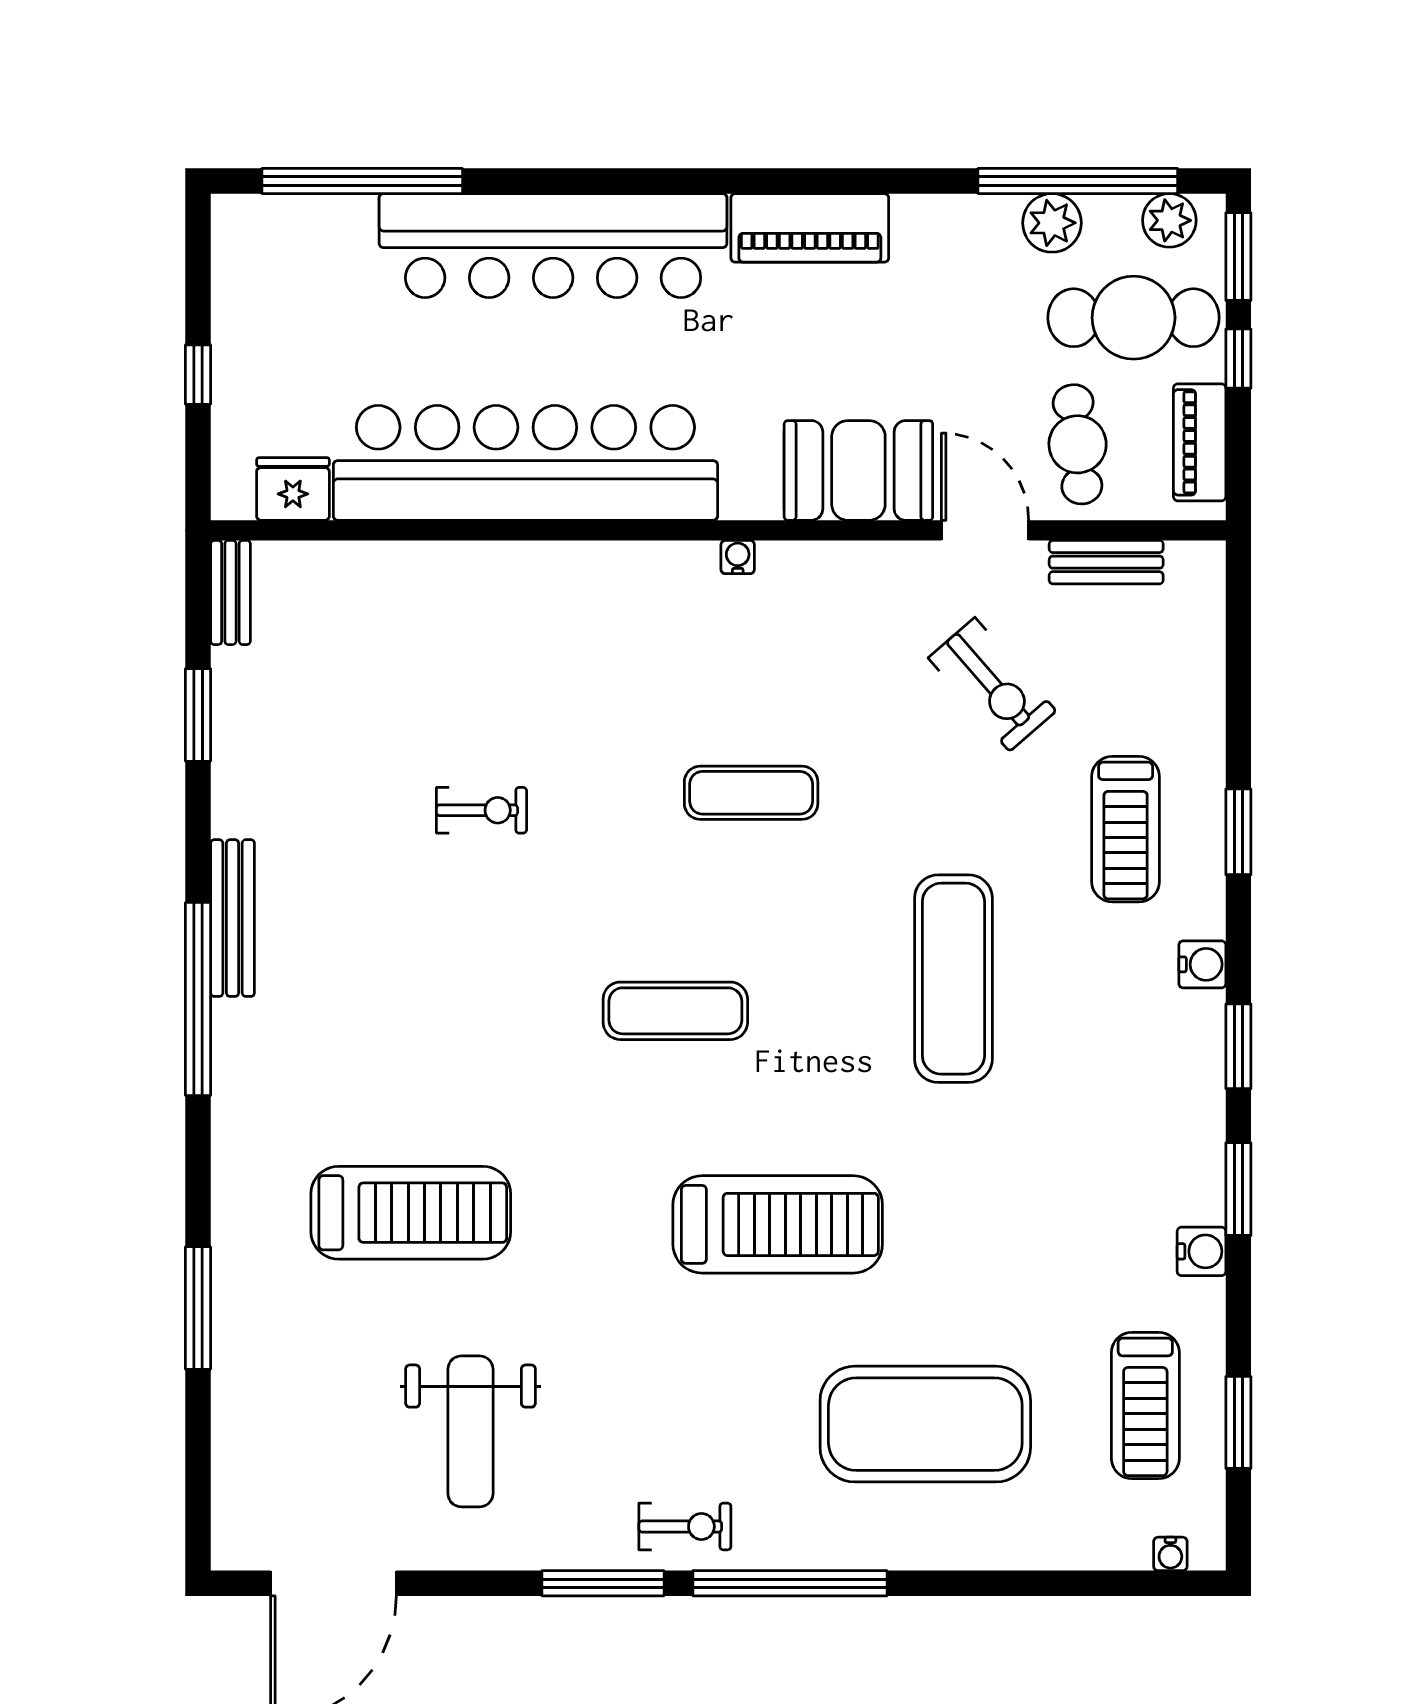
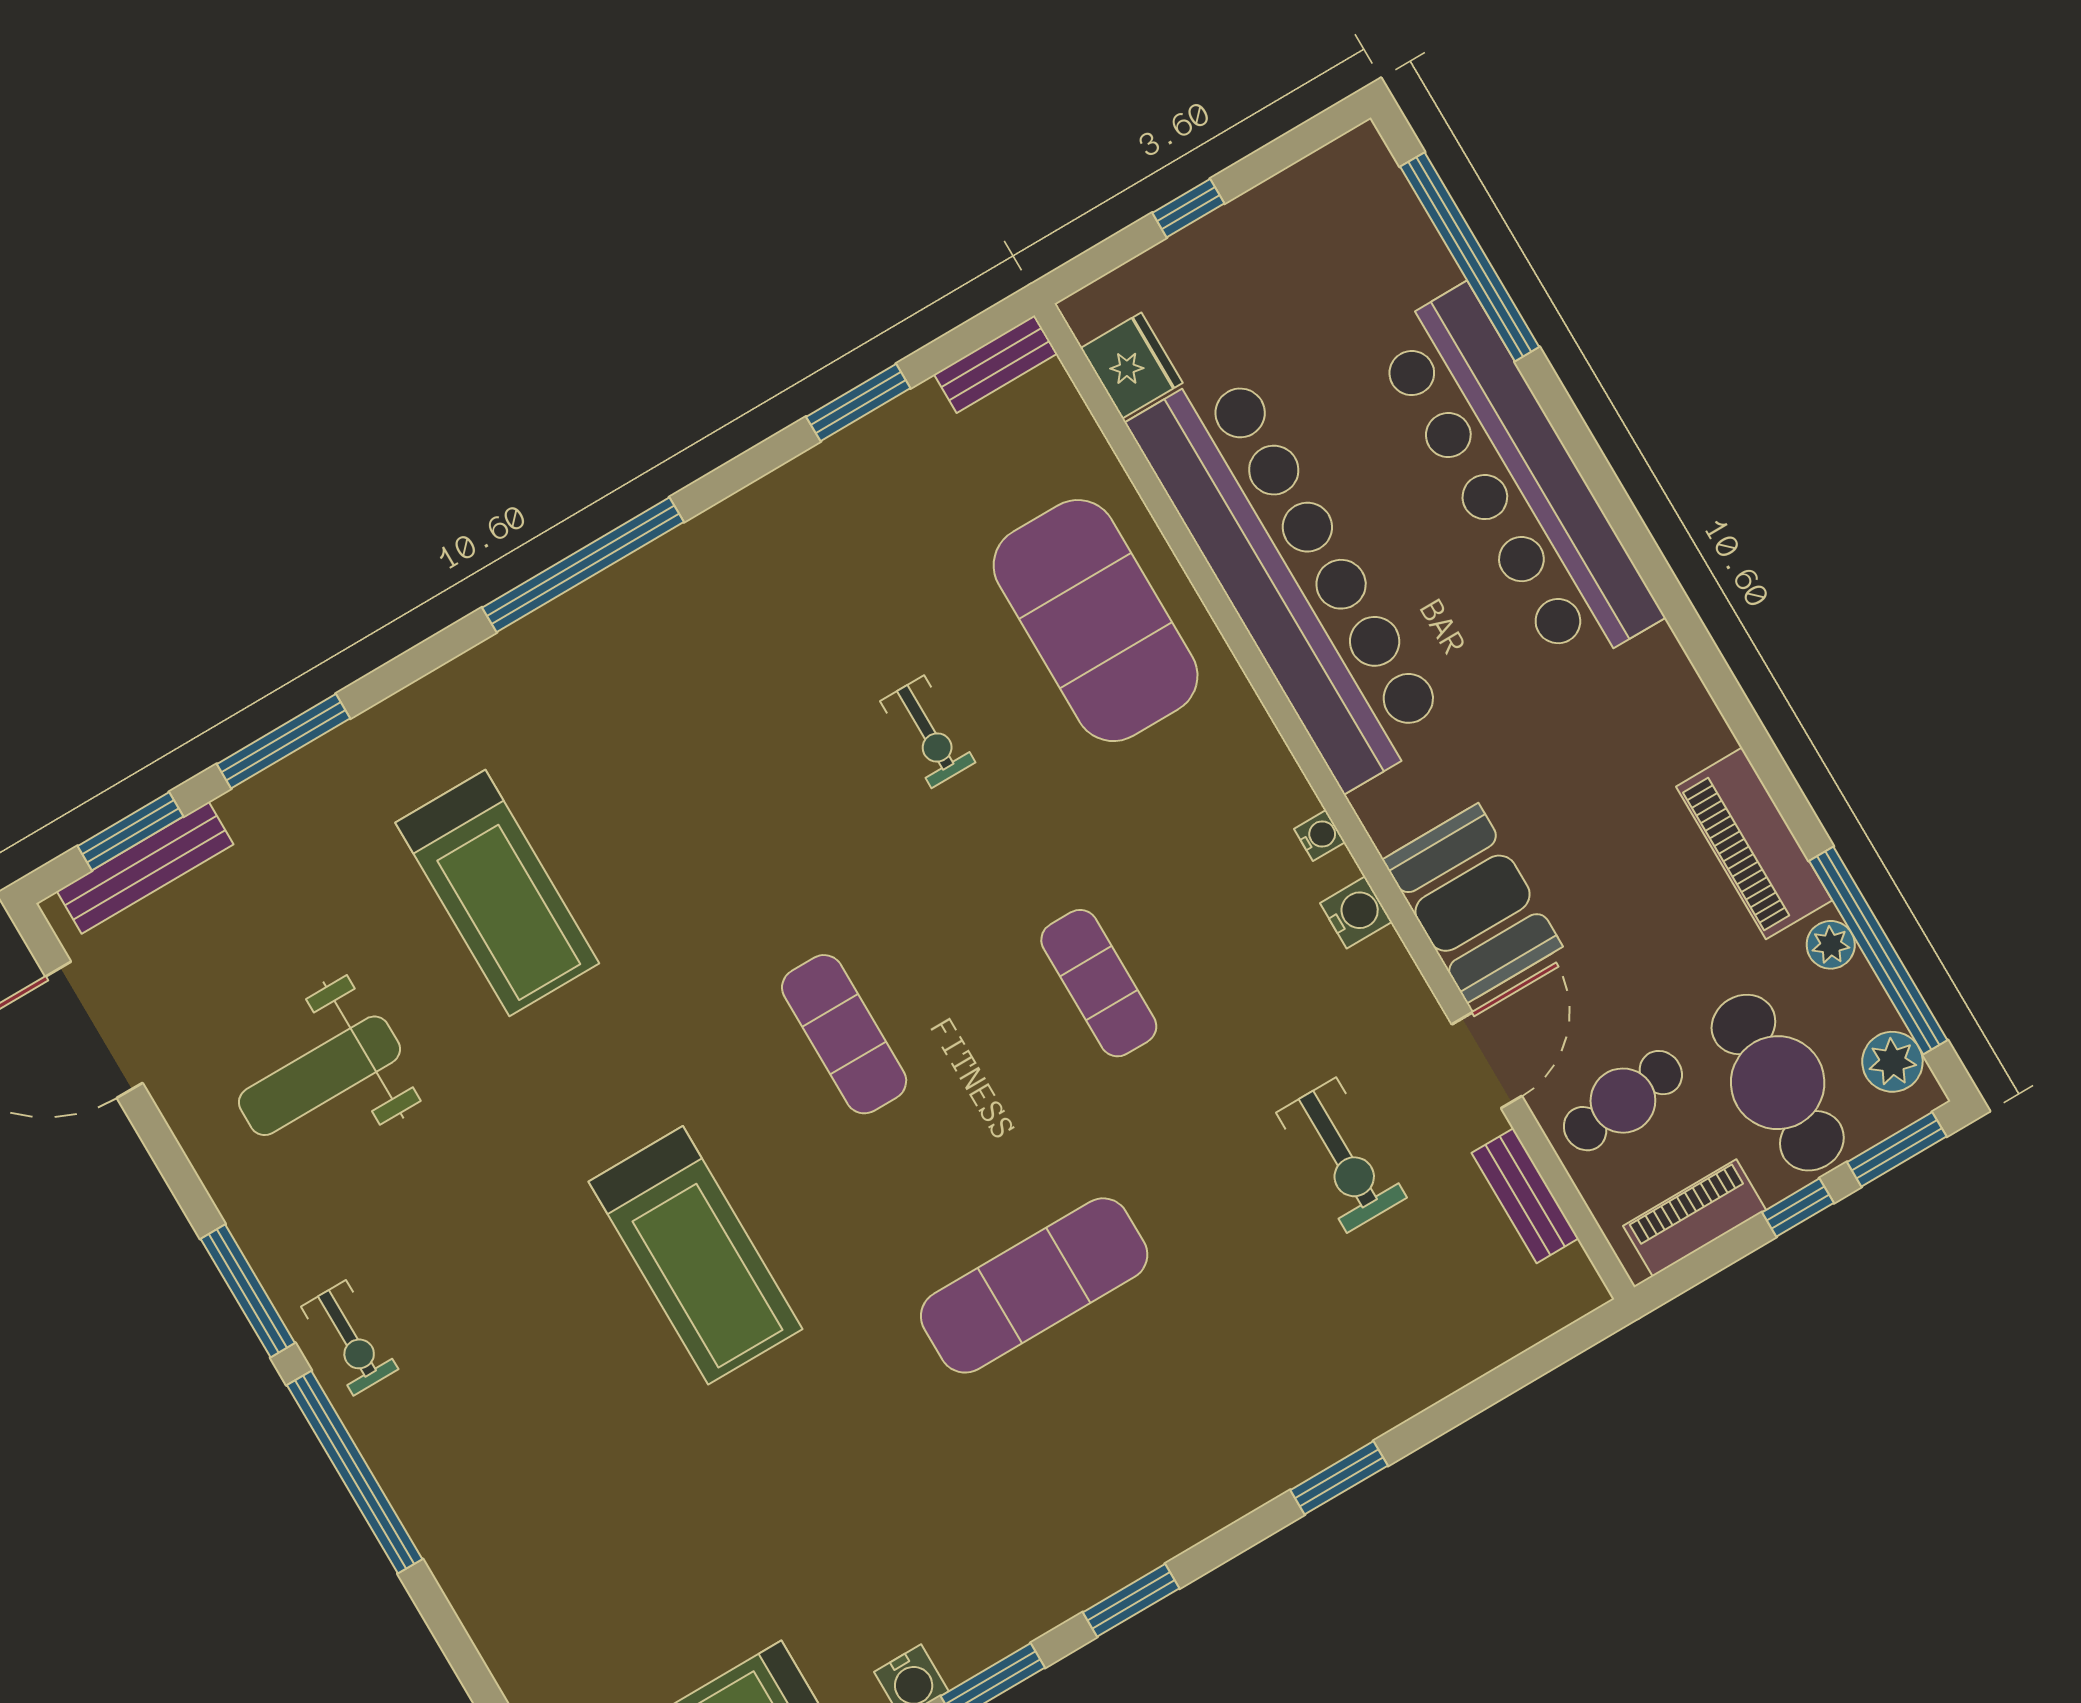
plant: (1052, 223) -> (1831, 945), width x0.73, depth x0.73
piano: (810, 228) -> (1754, 843), moved
exercise bike: (992, 684) -> (1341, 1155), turned -49
treadmill: (1126, 829) -> (1277, 1367), removed
bench: (233, 918) -> (145, 868), moved
water cooler: (1202, 964) -> (1356, 912), moved, turned -90
exercise mat: (925, 1424) -> (1096, 621), moved
window: (198, 1466) -> (131, 831), added

